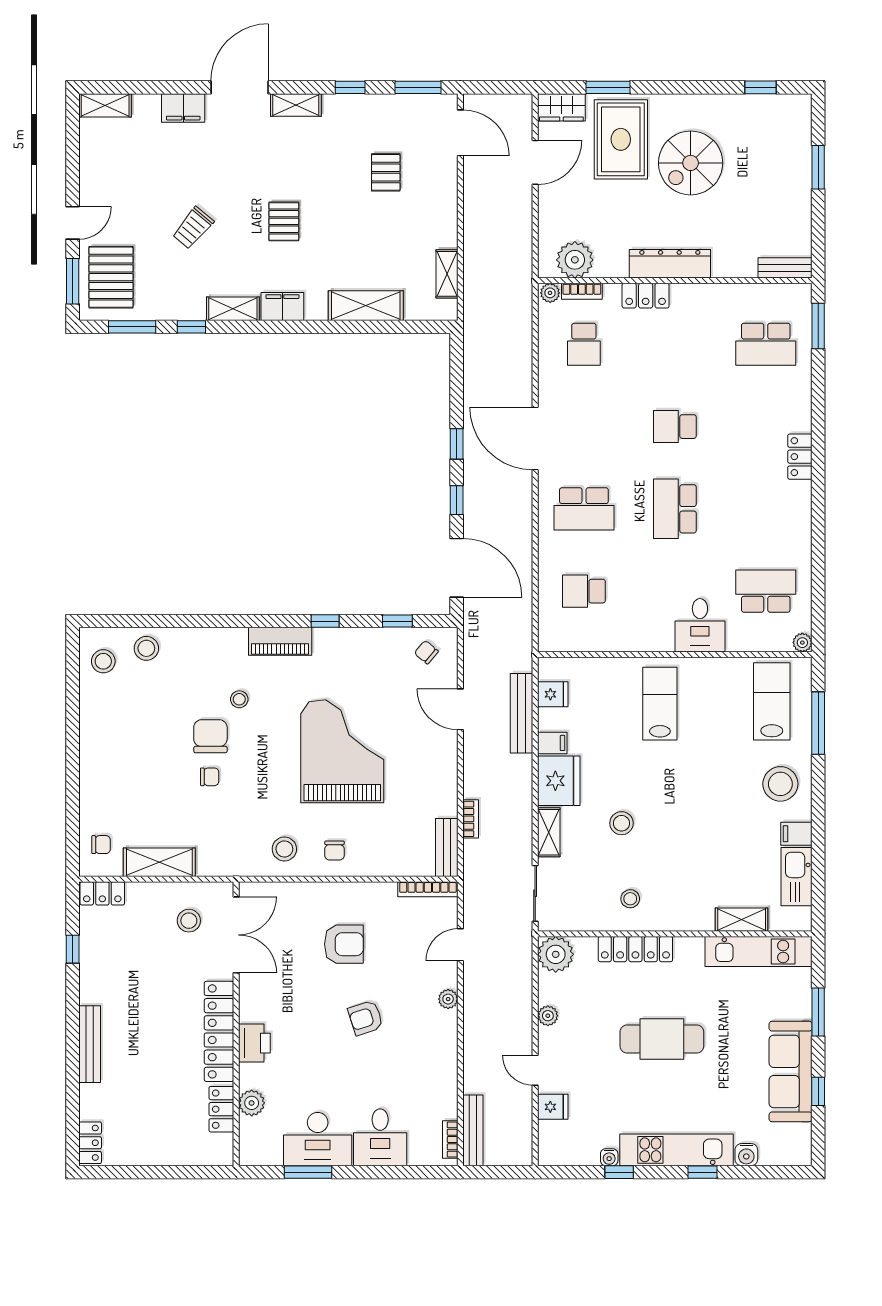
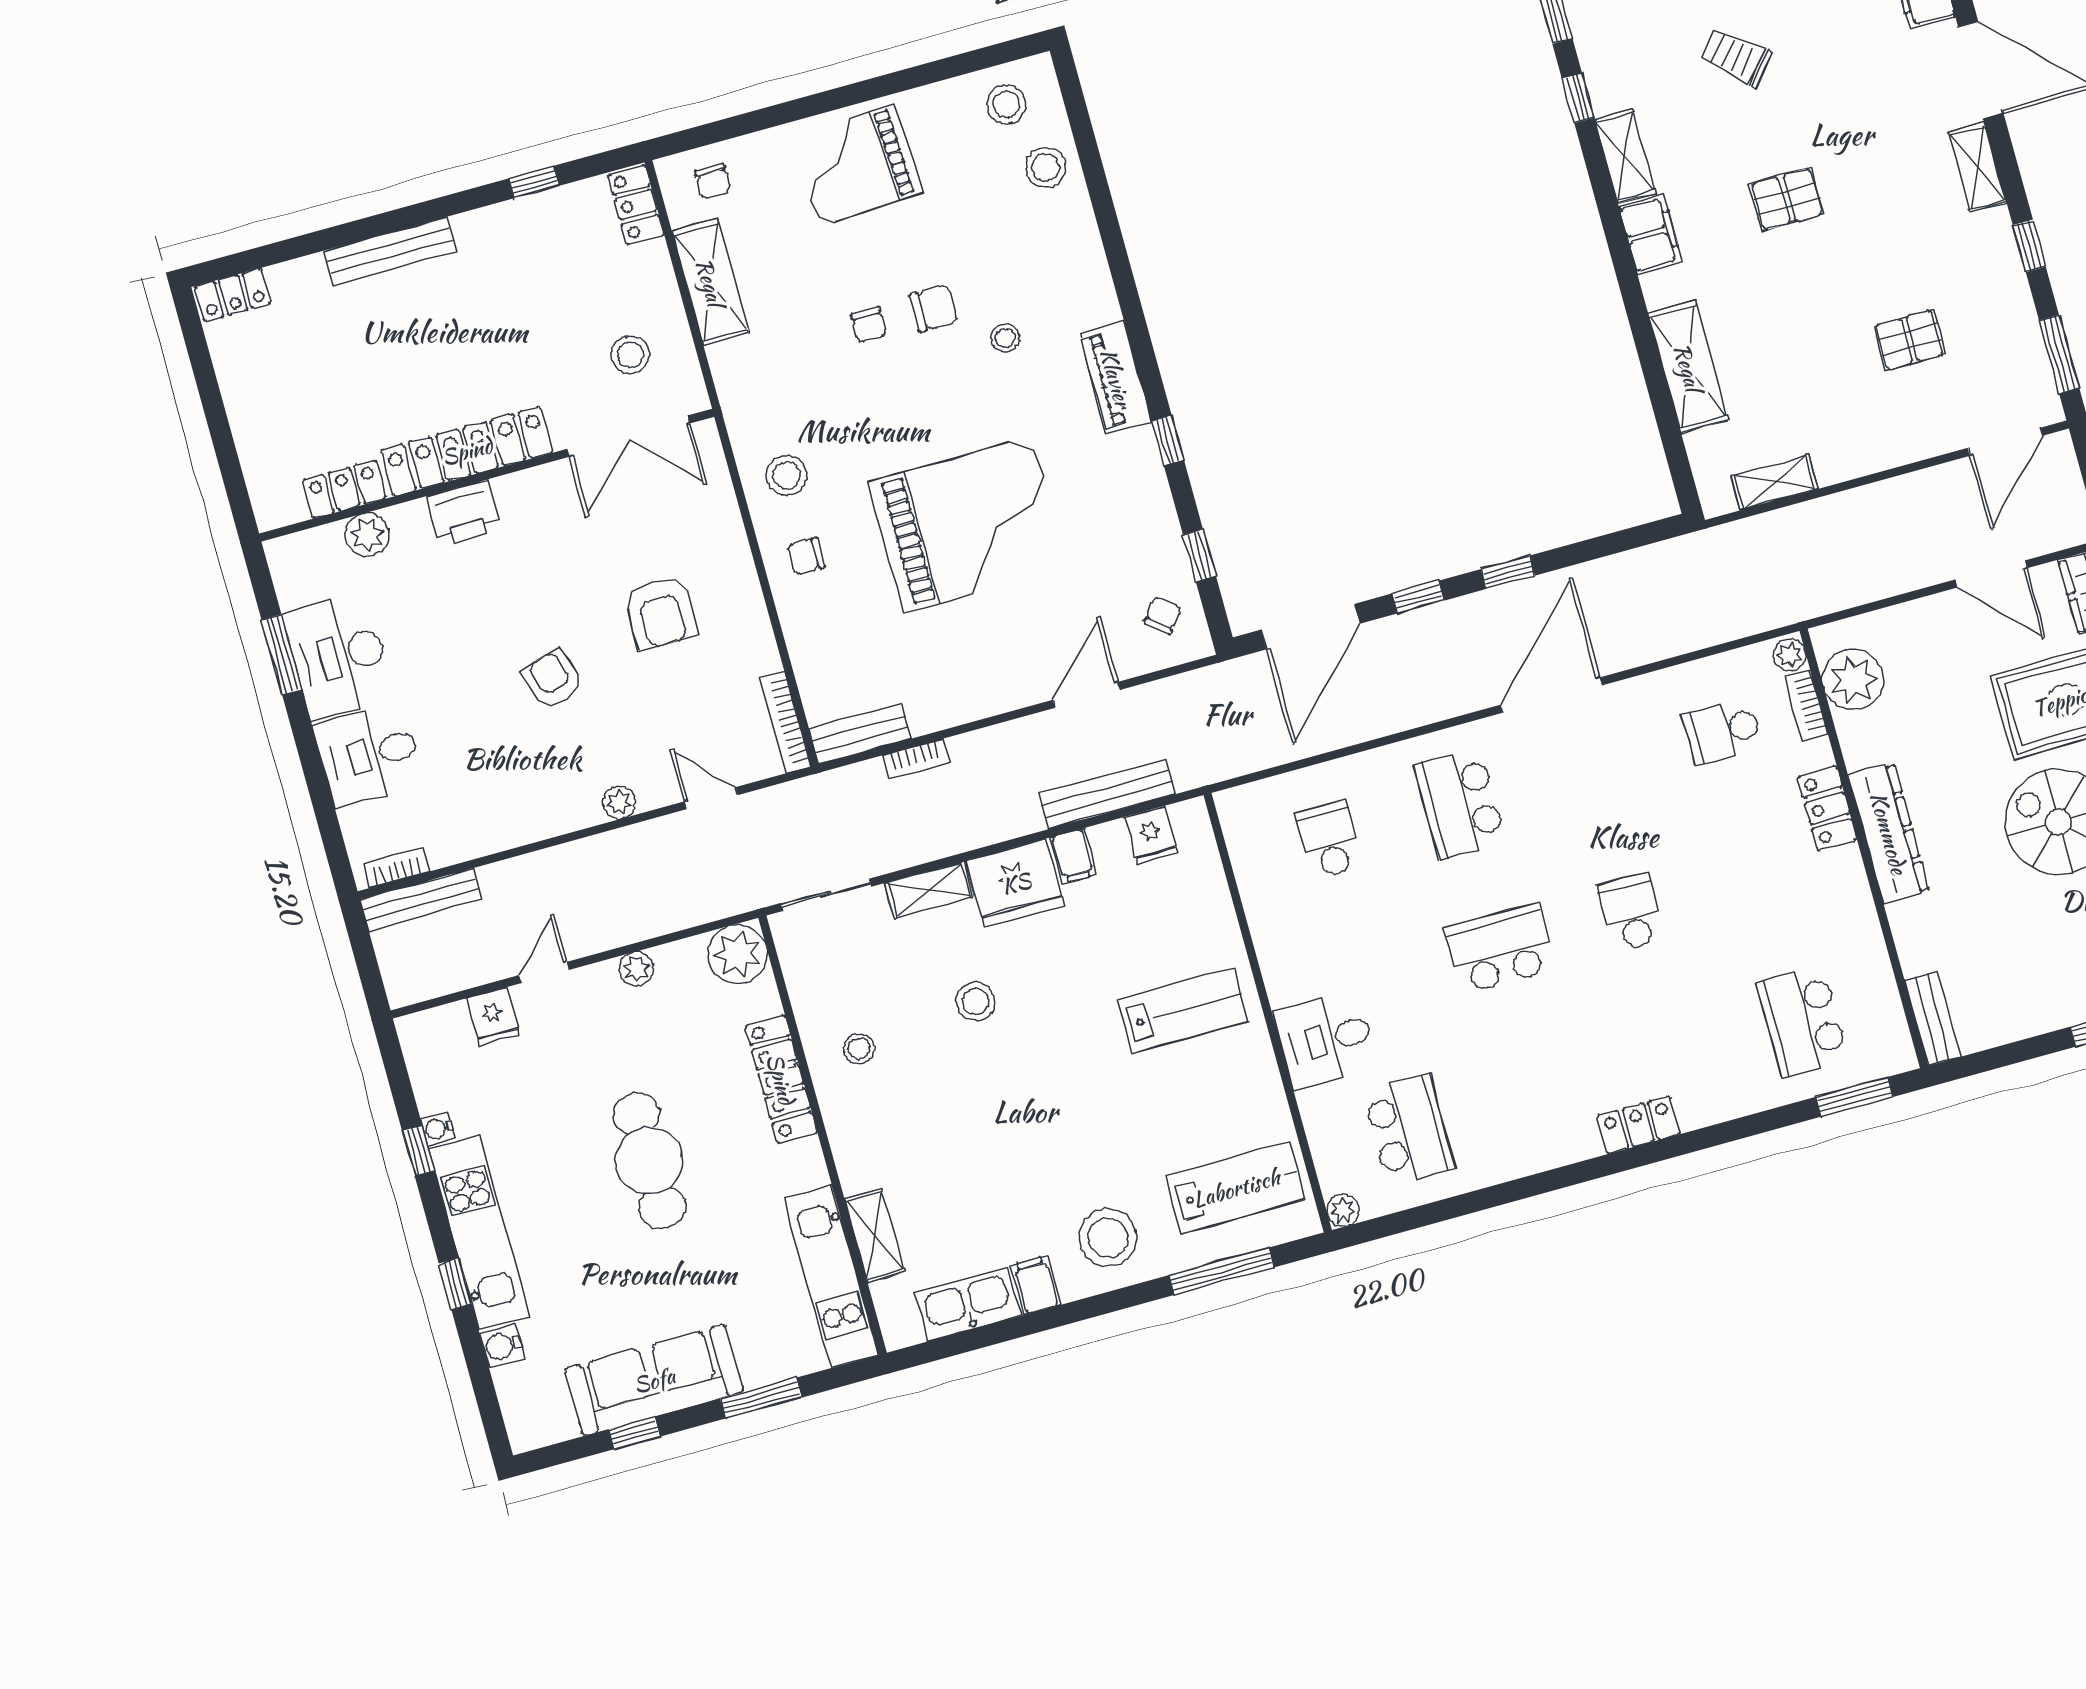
chair: (210, 736) -> (934, 308), width x0.73, depth x0.73
grand piano: (115, 758) -> (857, 165), added

